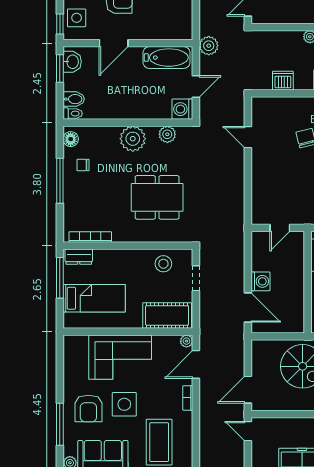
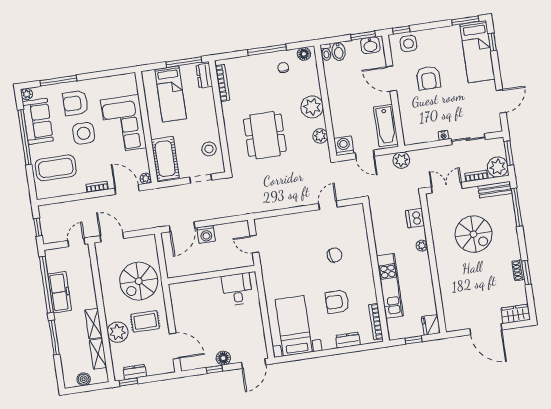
dishwasher: (283, 81) -> (415, 218), moved, turned 180

